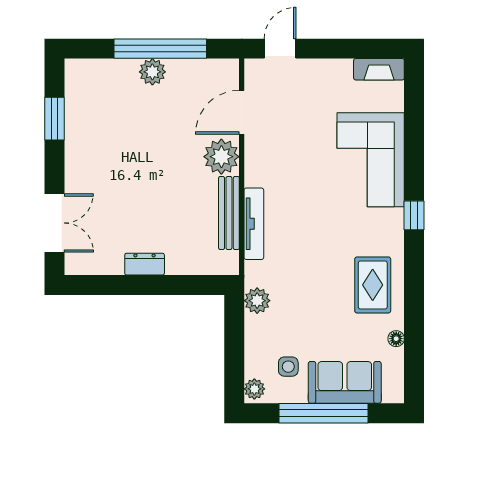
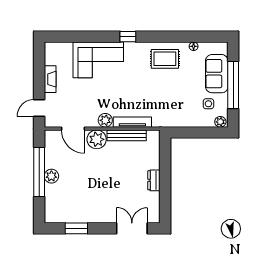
door: (280, 49) -> (39, 108), hinge flipped
fireplace: (379, 69) -> (50, 79), moved
plant: (257, 301) -> (105, 120), moved

